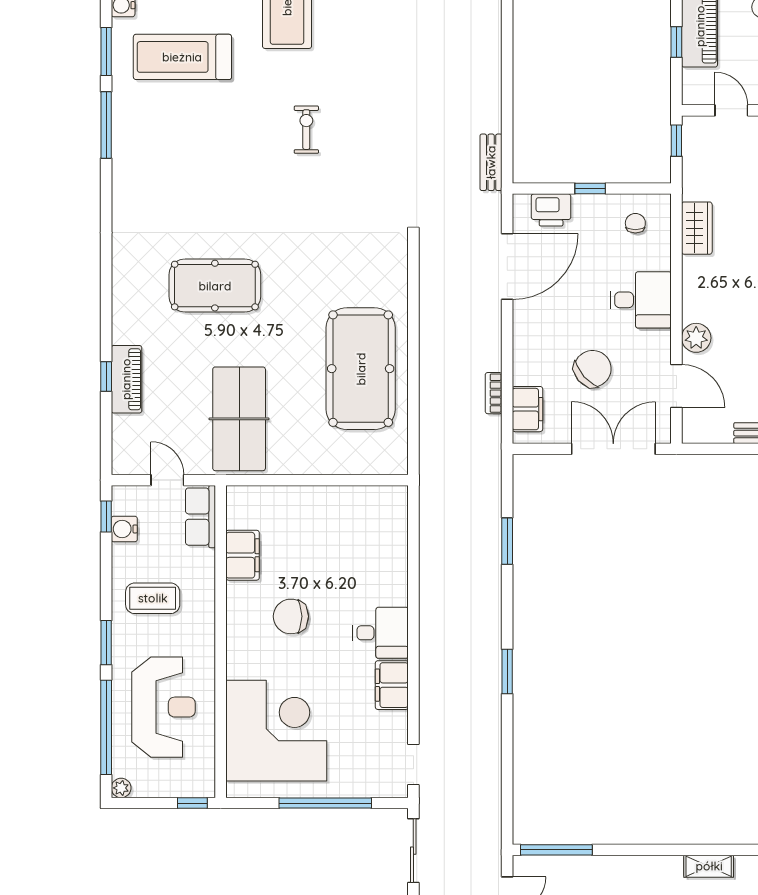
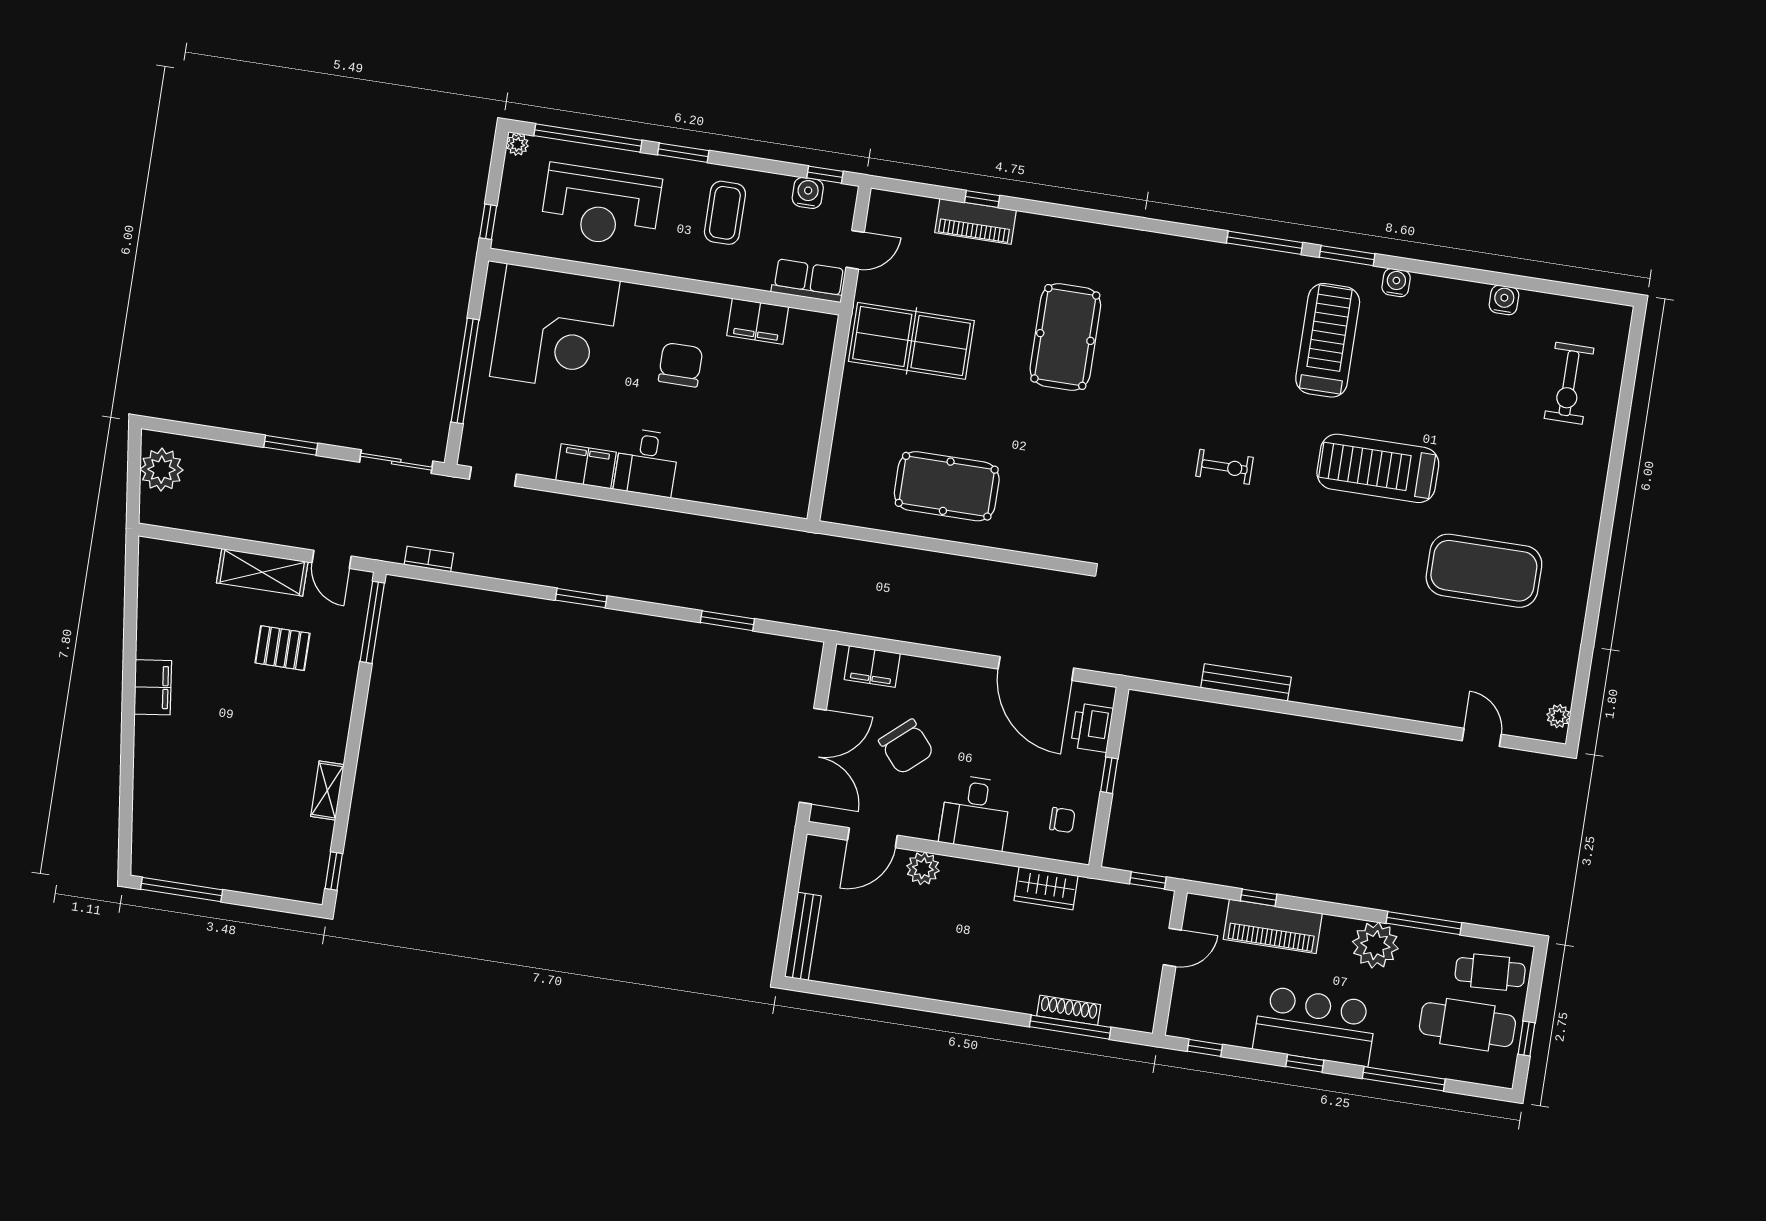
bench: (491, 162) -> (1246, 683), moved, width x1.36
pool table: (361, 369) -> (947, 486), width x0.73, depth x0.76
bookcase: (494, 393) -> (429, 559), moved

